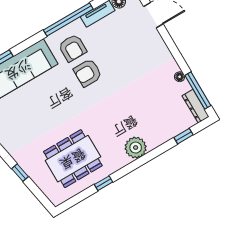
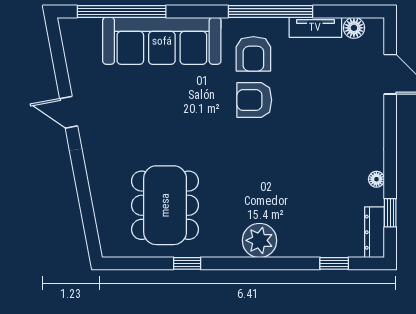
window: (198, 91) -> (390, 213), width x0.46
dining table: (73, 159) -> (165, 205), turned 90
window: (20, 173) -> (82, 182), removed

